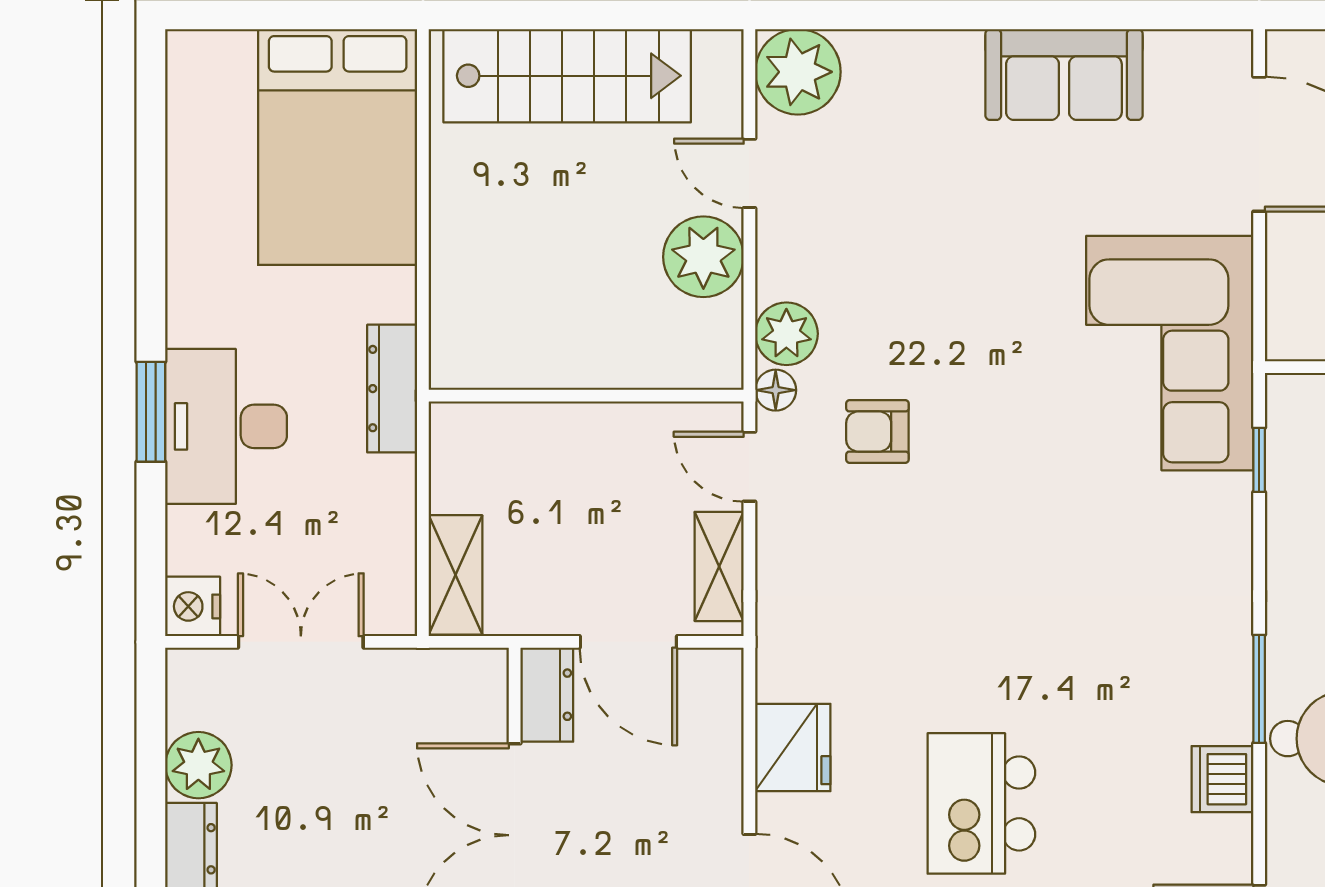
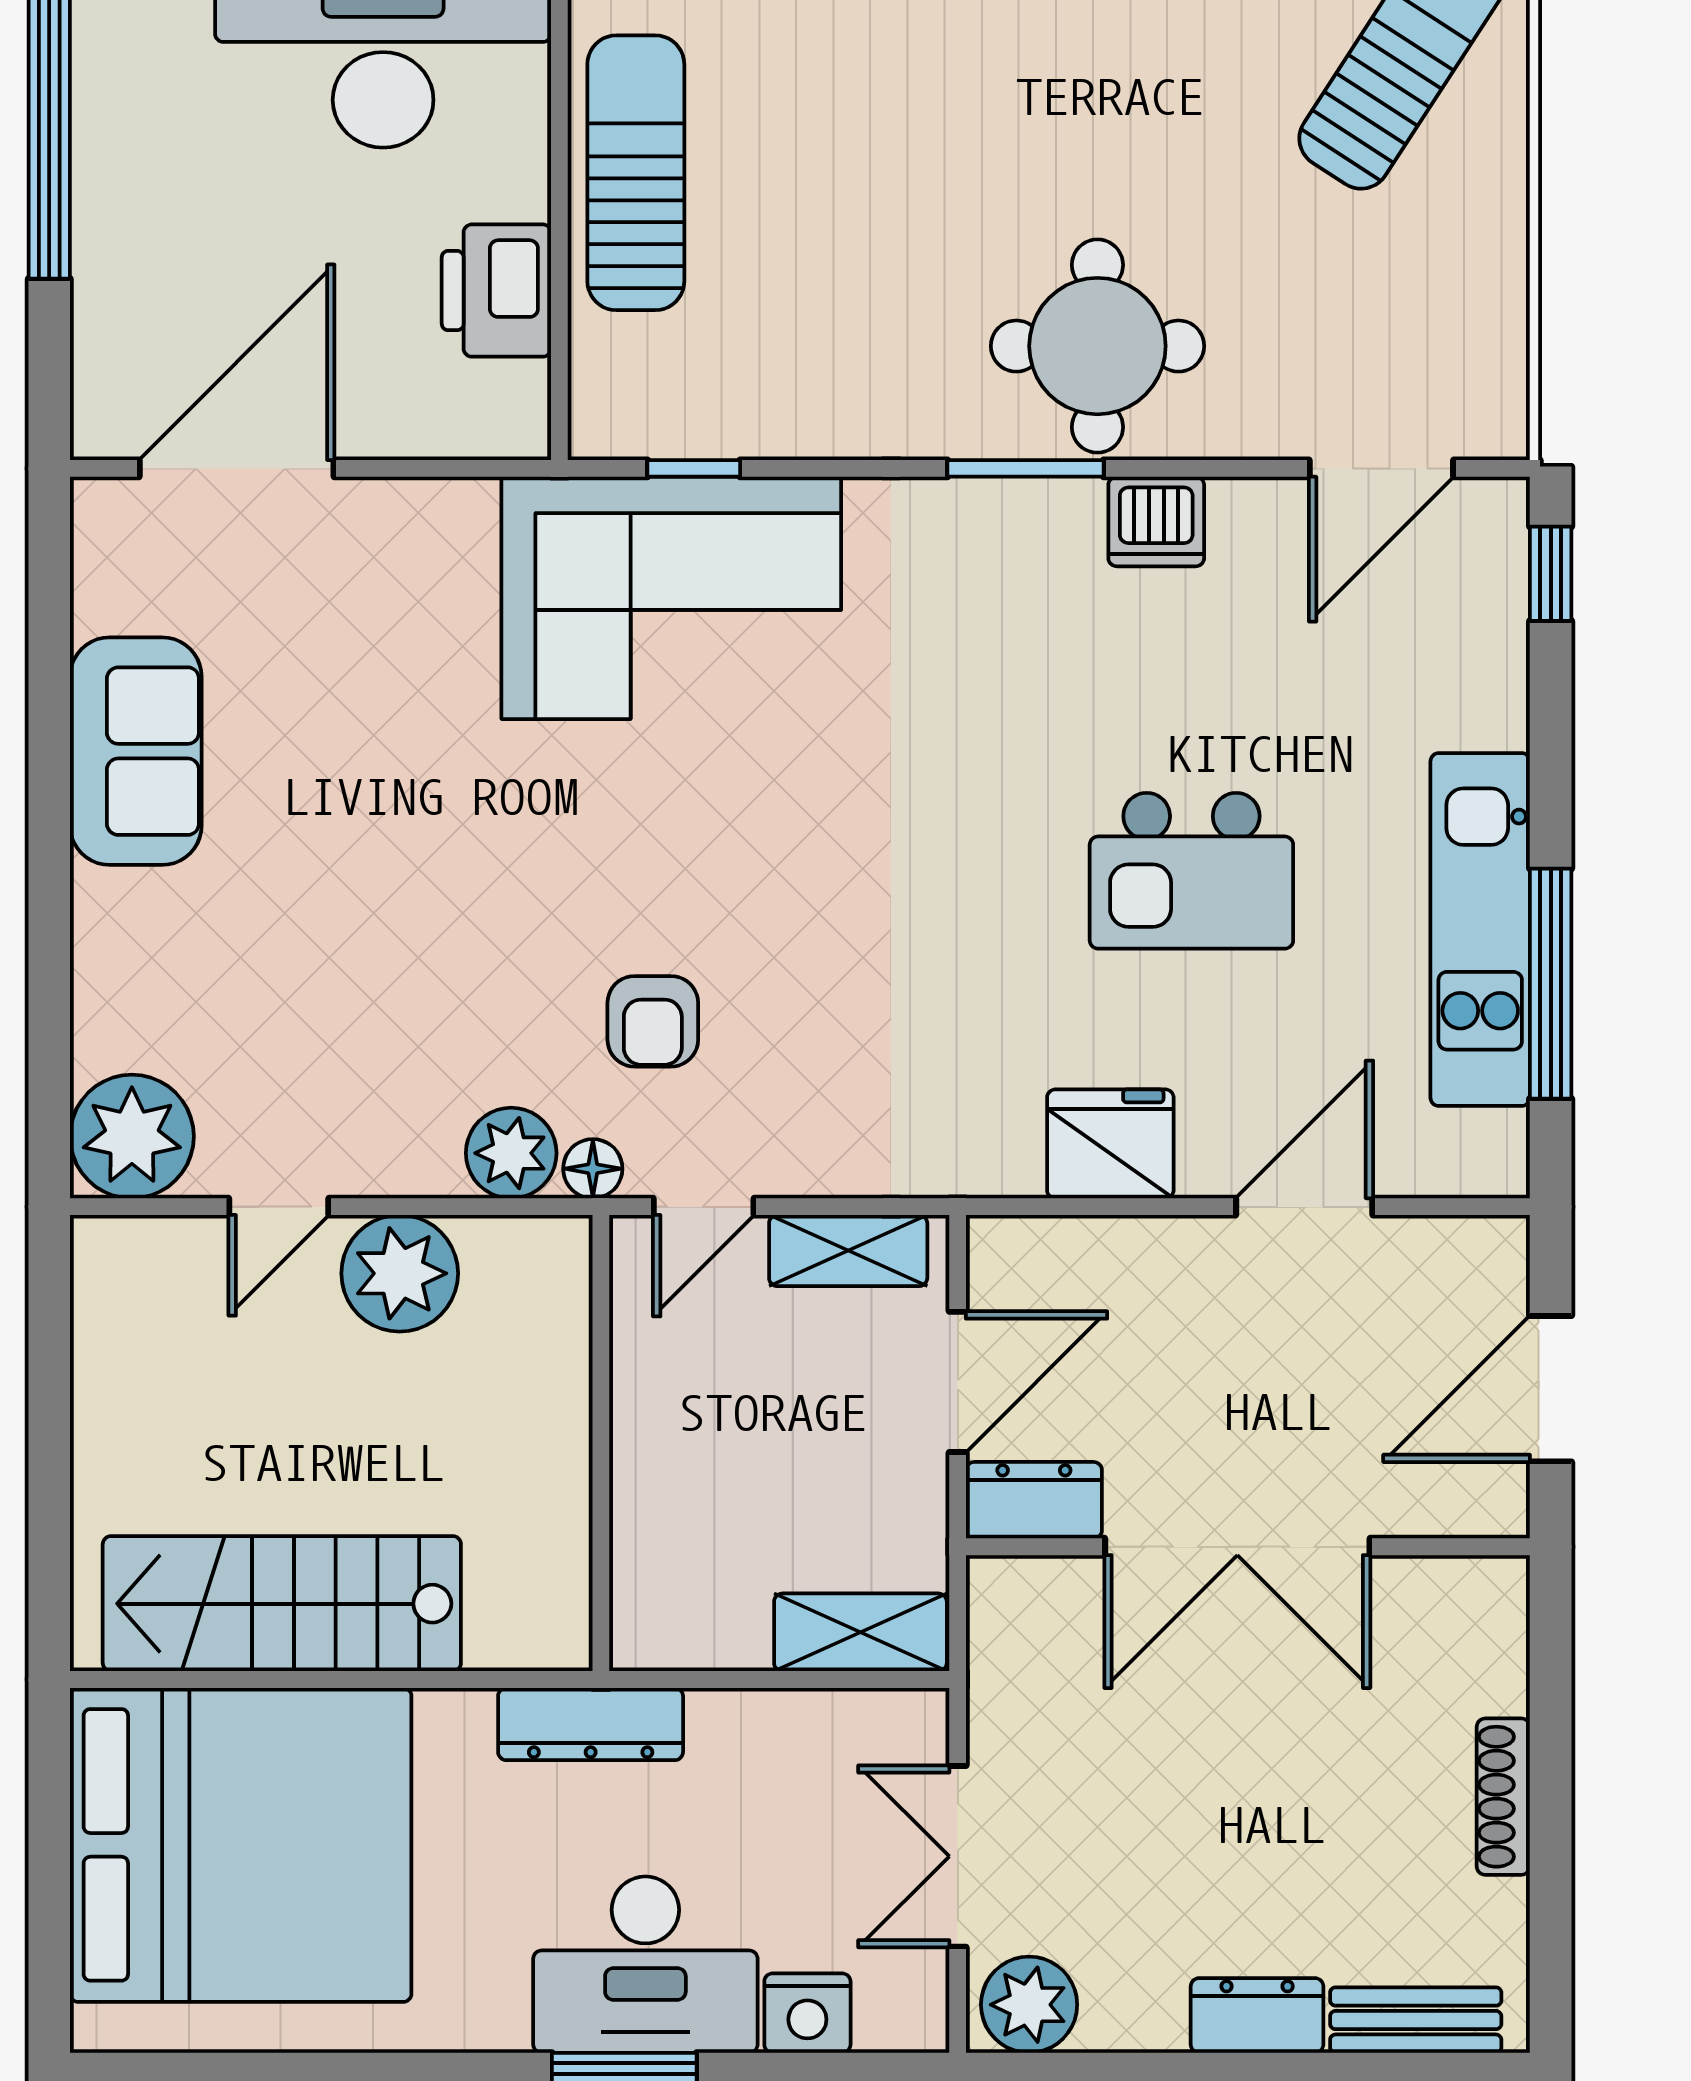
stairs: (567, 76) -> (282, 1604), moved, turned -90
bed: (338, 147) -> (241, 1845), width x1.36
corner sofa: (1170, 353) -> (671, 598), moved
nightstand: (193, 606) -> (807, 2013), moved
plant: (198, 765) -> (1029, 2005), moved

